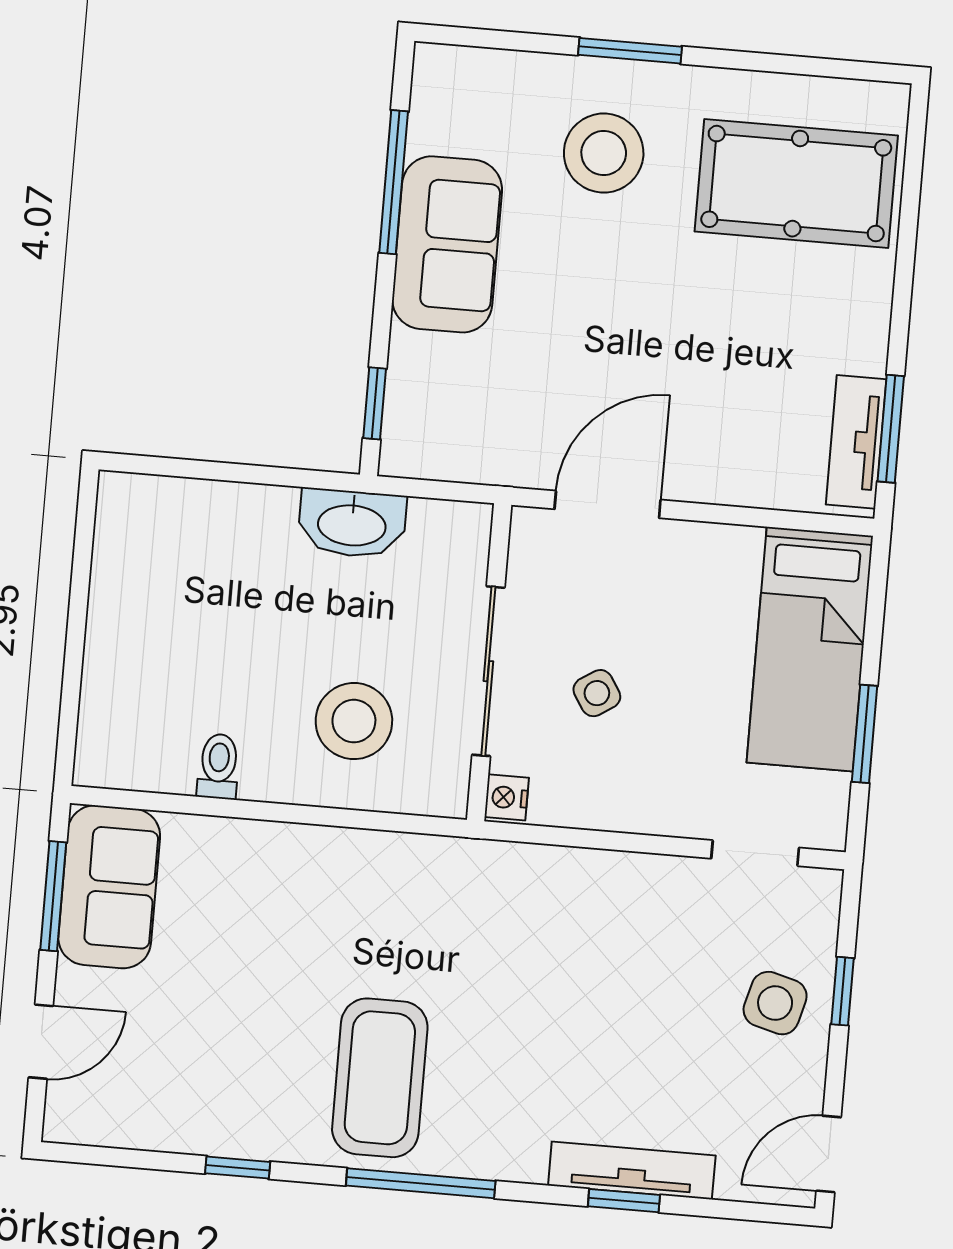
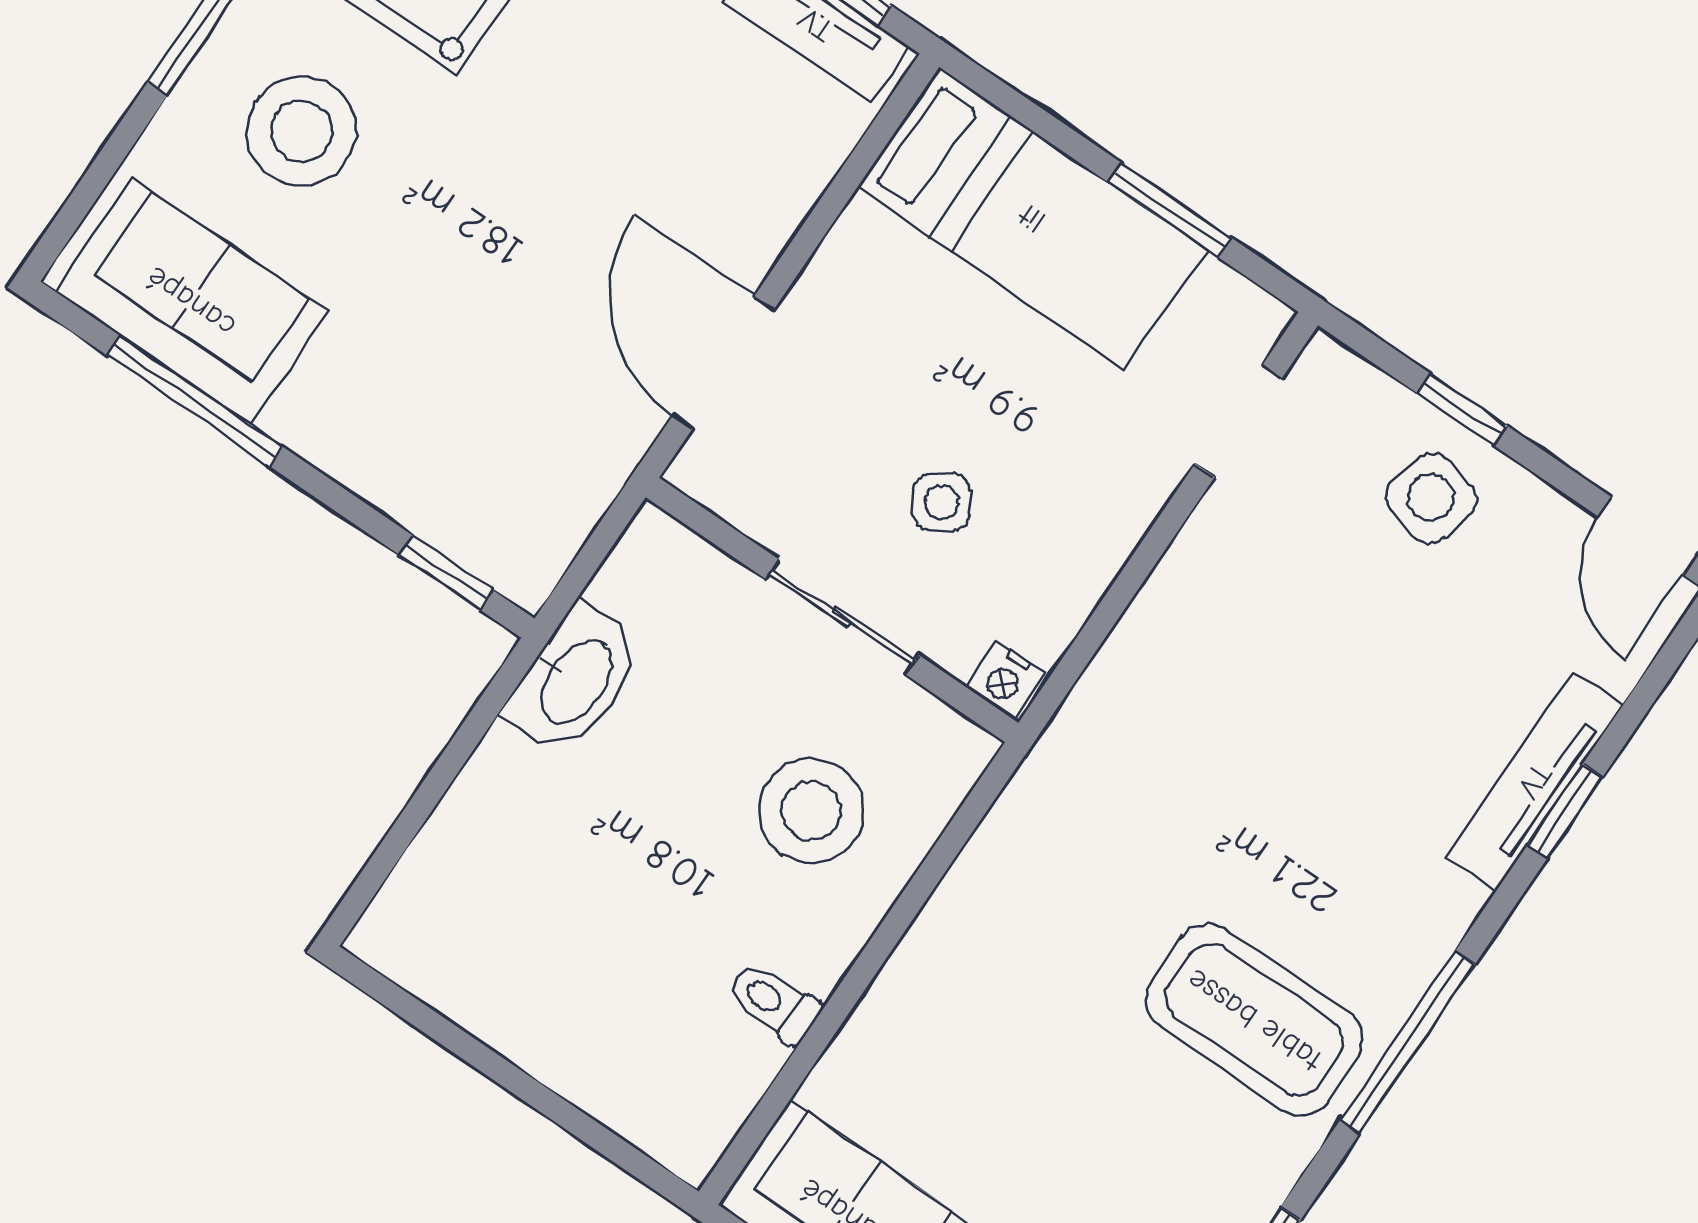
sofa: (447, 244) -> (191, 302), moved
sliding door: (488, 671) -> (842, 617), width x0.73

